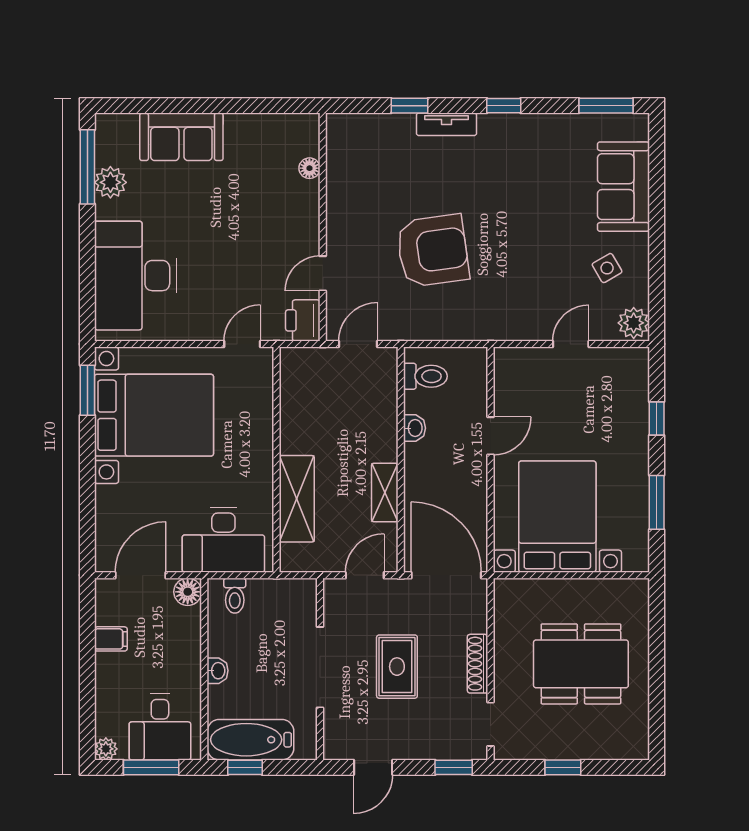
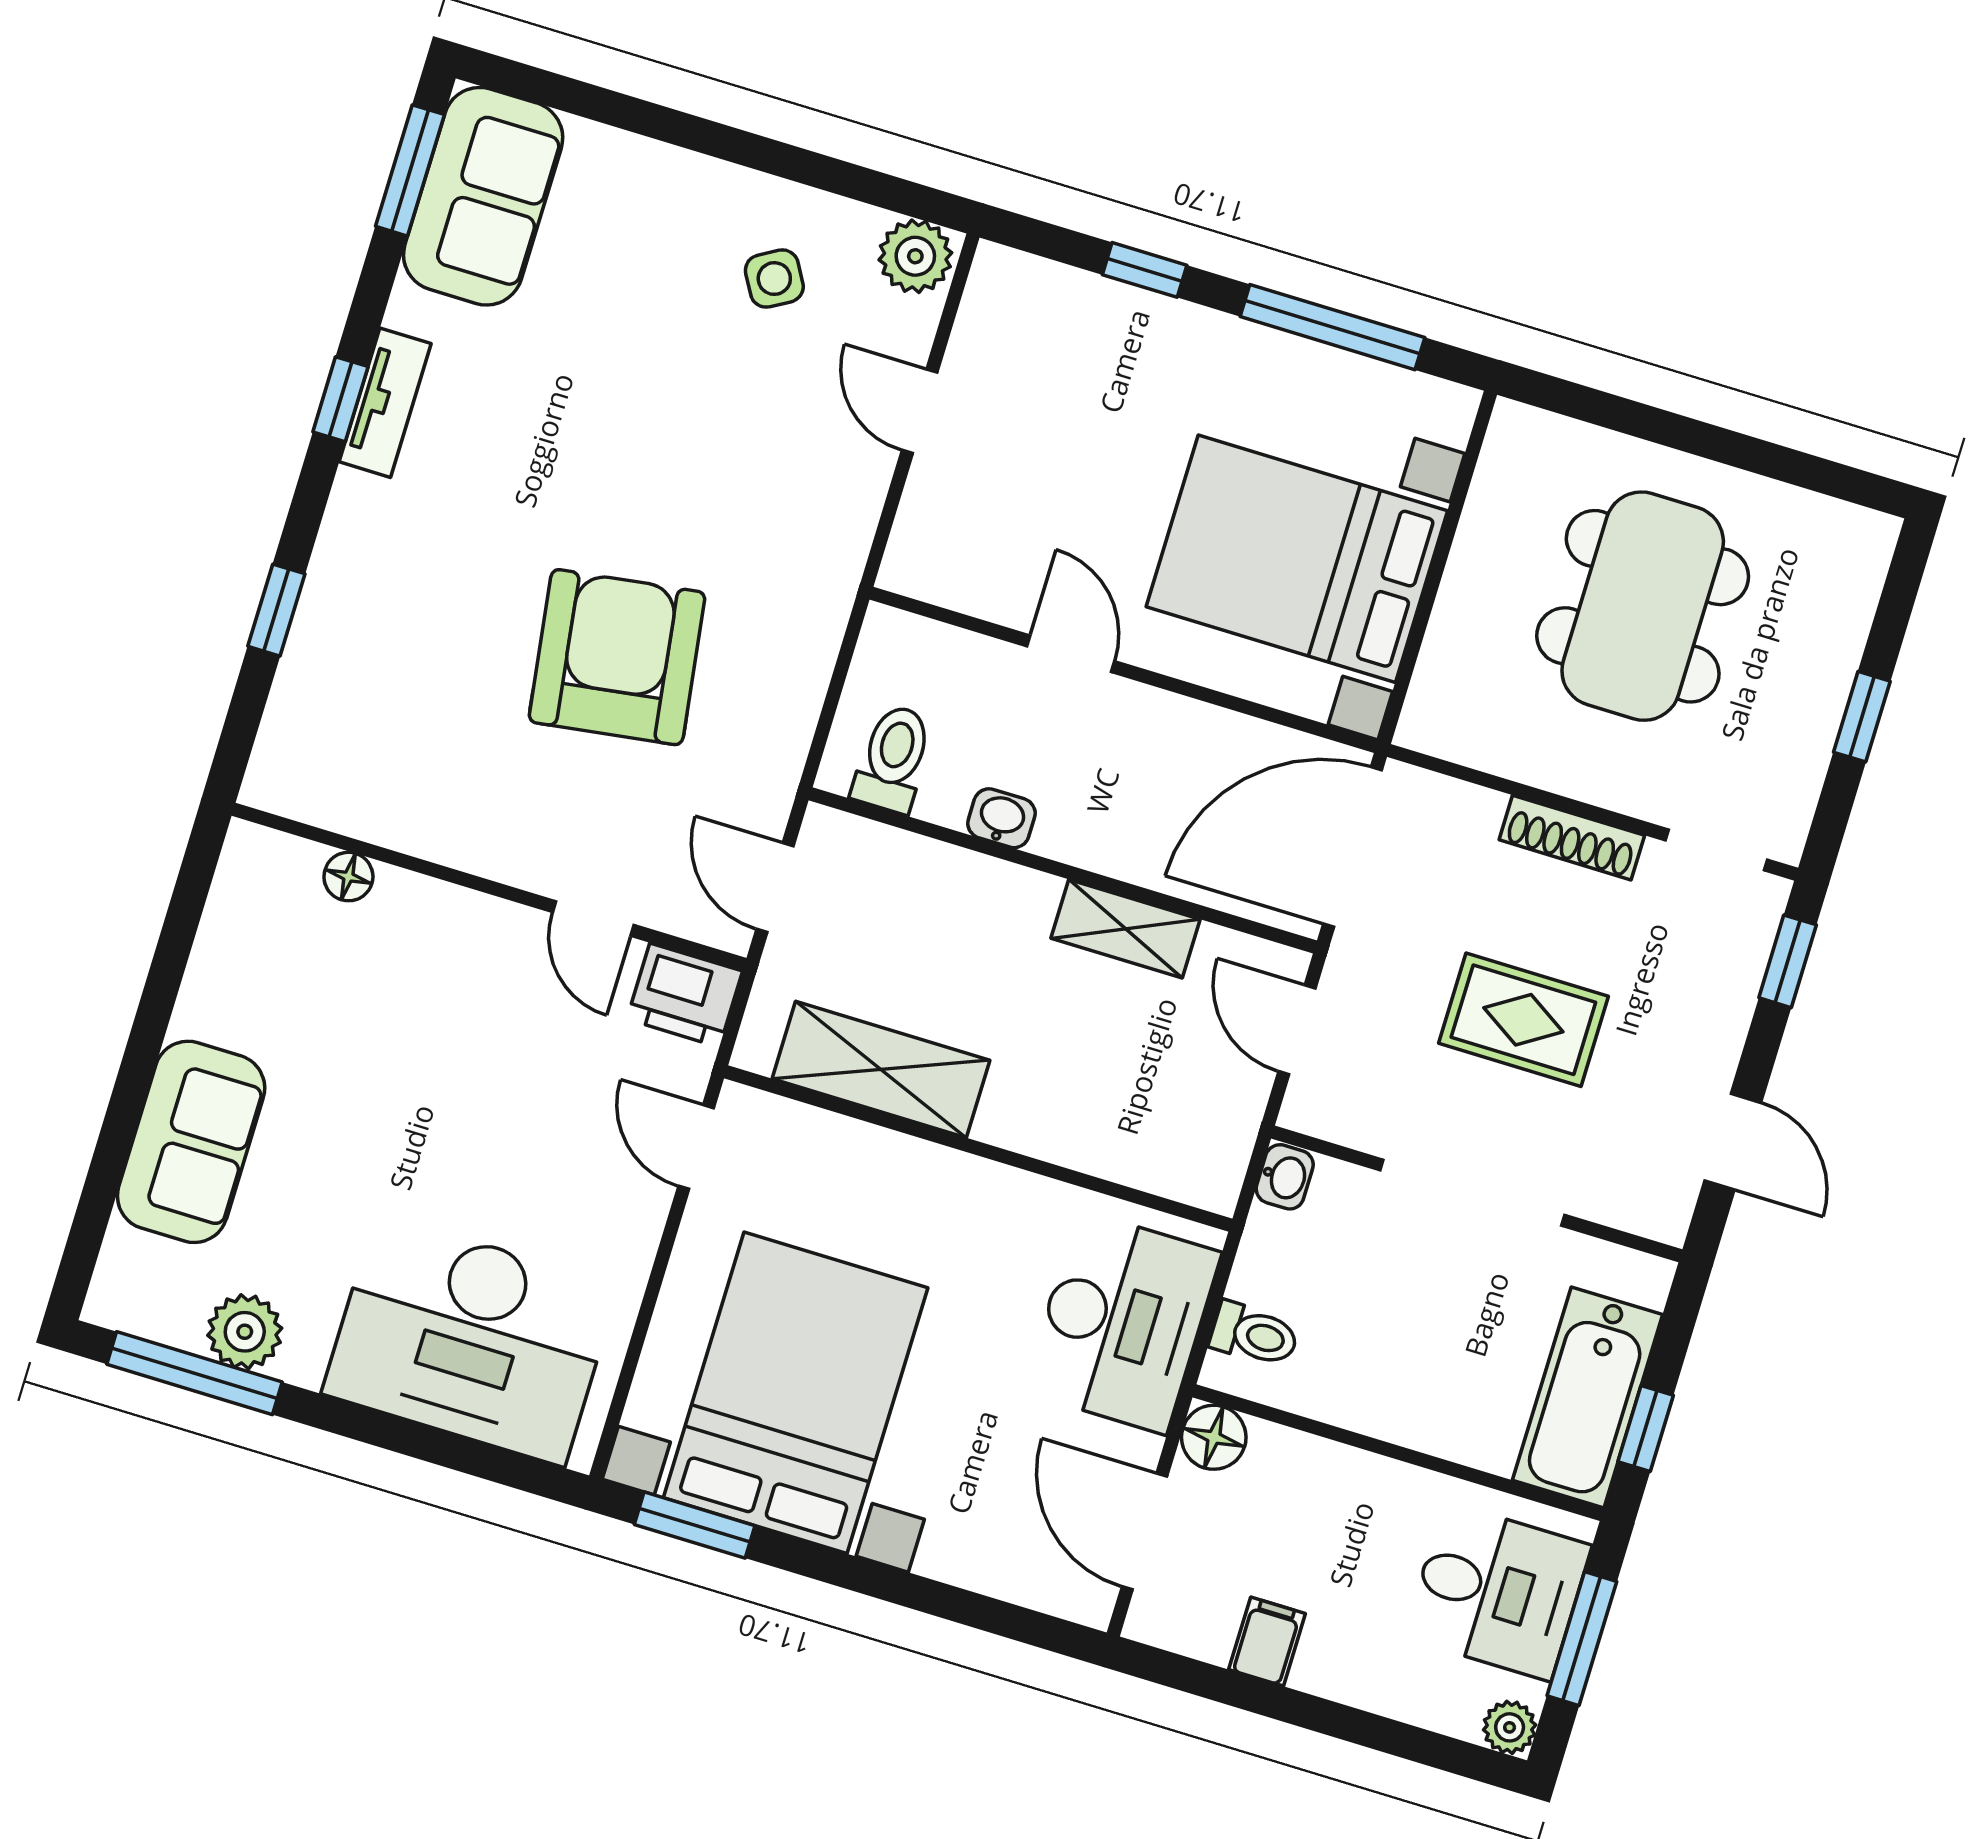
tv unit: (447, 124) -> (385, 403), moved
sofa: (623, 187) -> (483, 196), moved, turned -90
shelving: (297, 499) -> (881, 1069), moved
window: (657, 502) -> (1332, 327), width x1.44
washbasin: (218, 671) -> (1285, 1177), moved, turned 90

